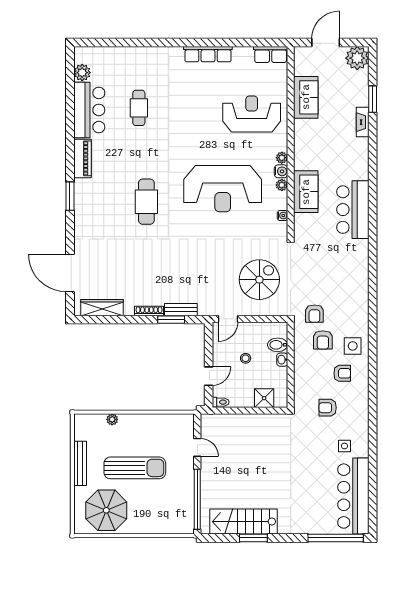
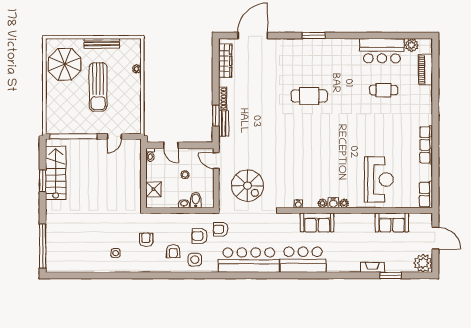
piano: (82, 158) -> (426, 70), moved, turned 90
reception desk: (223, 189) -> (319, 157), removed
bar counter: (353, 496) -> (249, 260), moved

